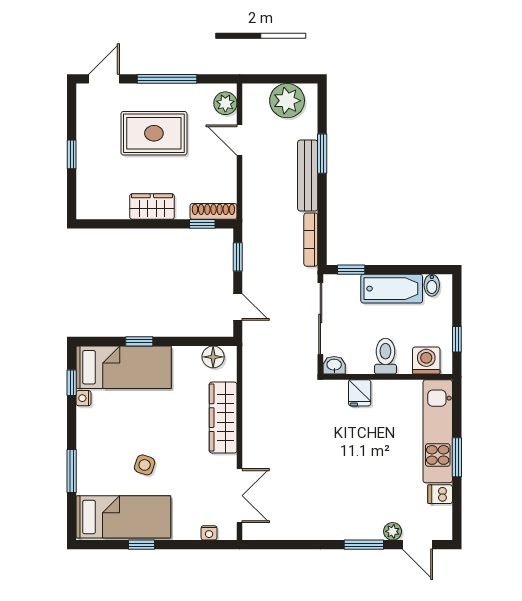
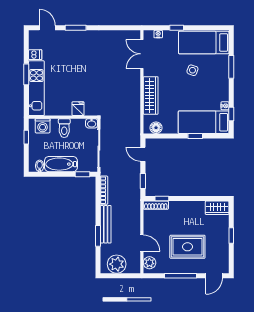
wardrobe: (152, 207) -> (217, 208), moved
plant: (393, 531) -> (60, 35), removed
window: (141, 545) -> (177, 28), moved

